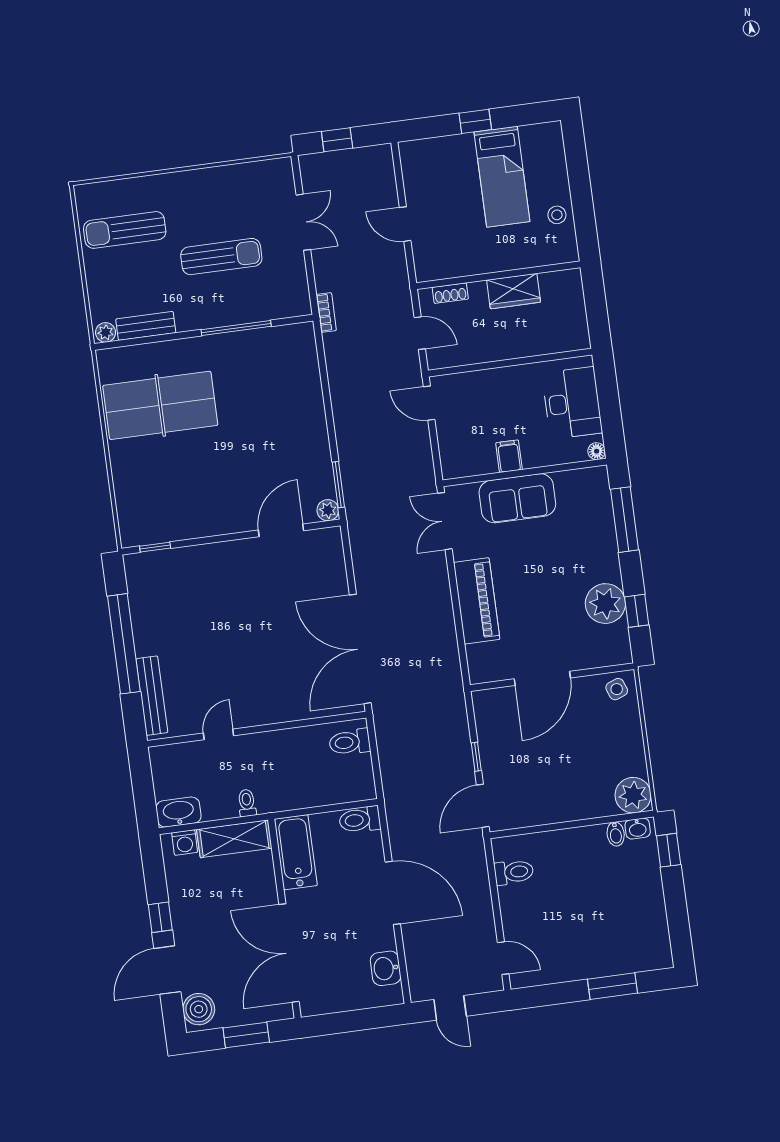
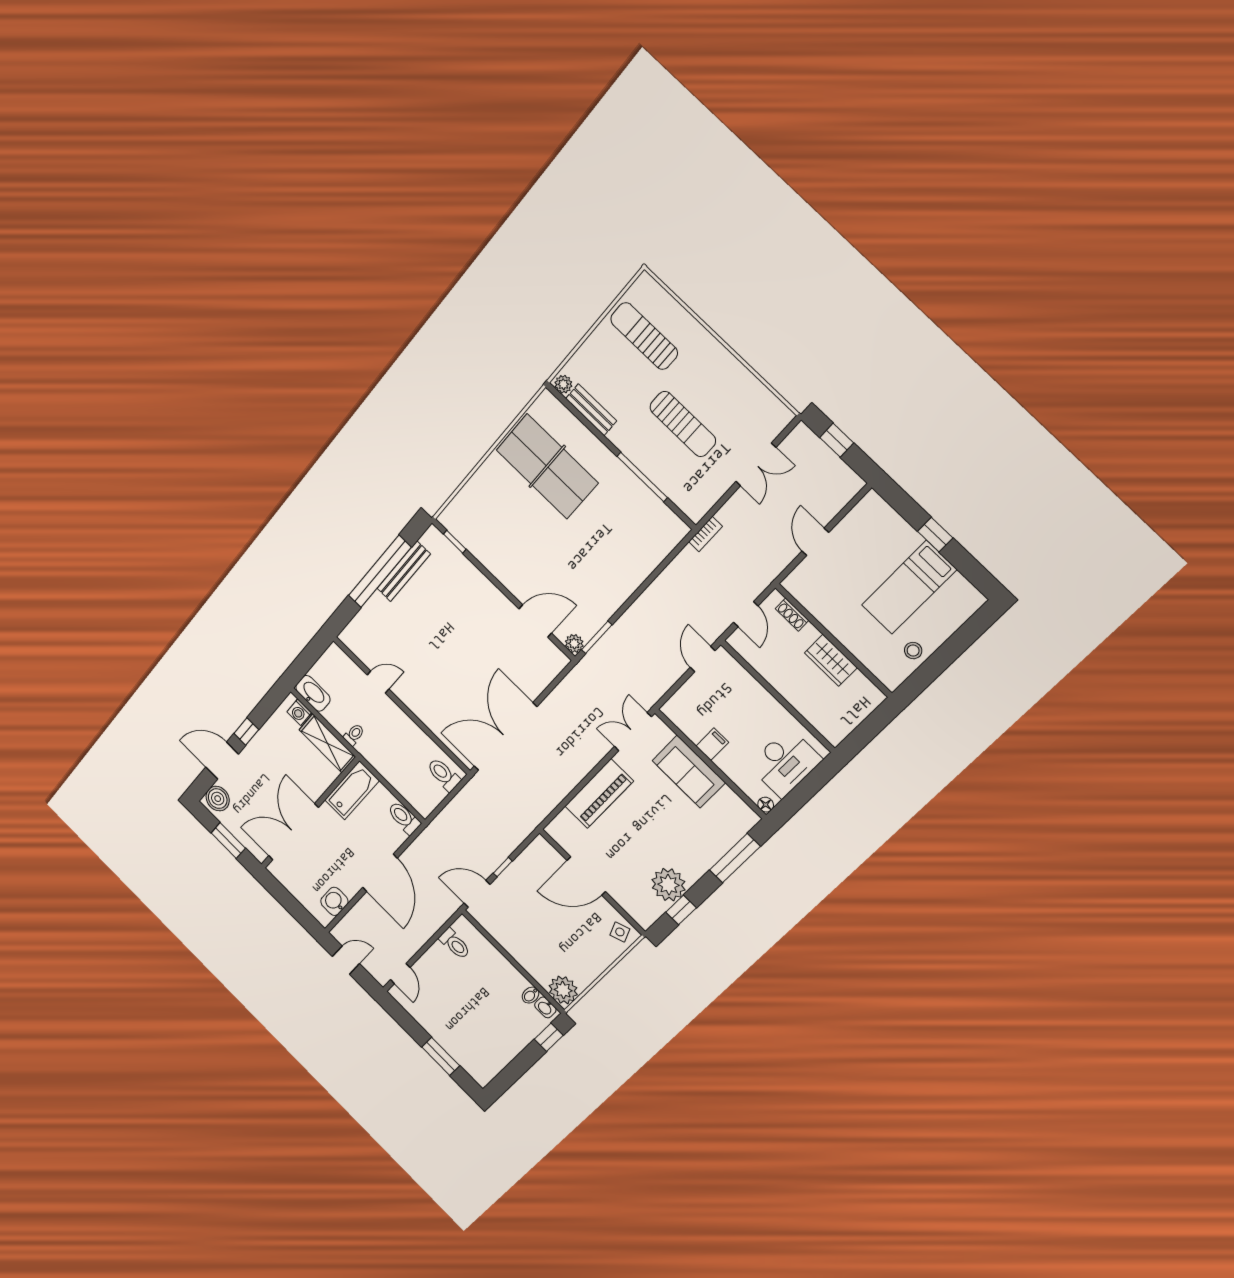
bench: (152, 696) -> (404, 571), moved
door: (450, 1008) -> (346, 960), swing flipped

